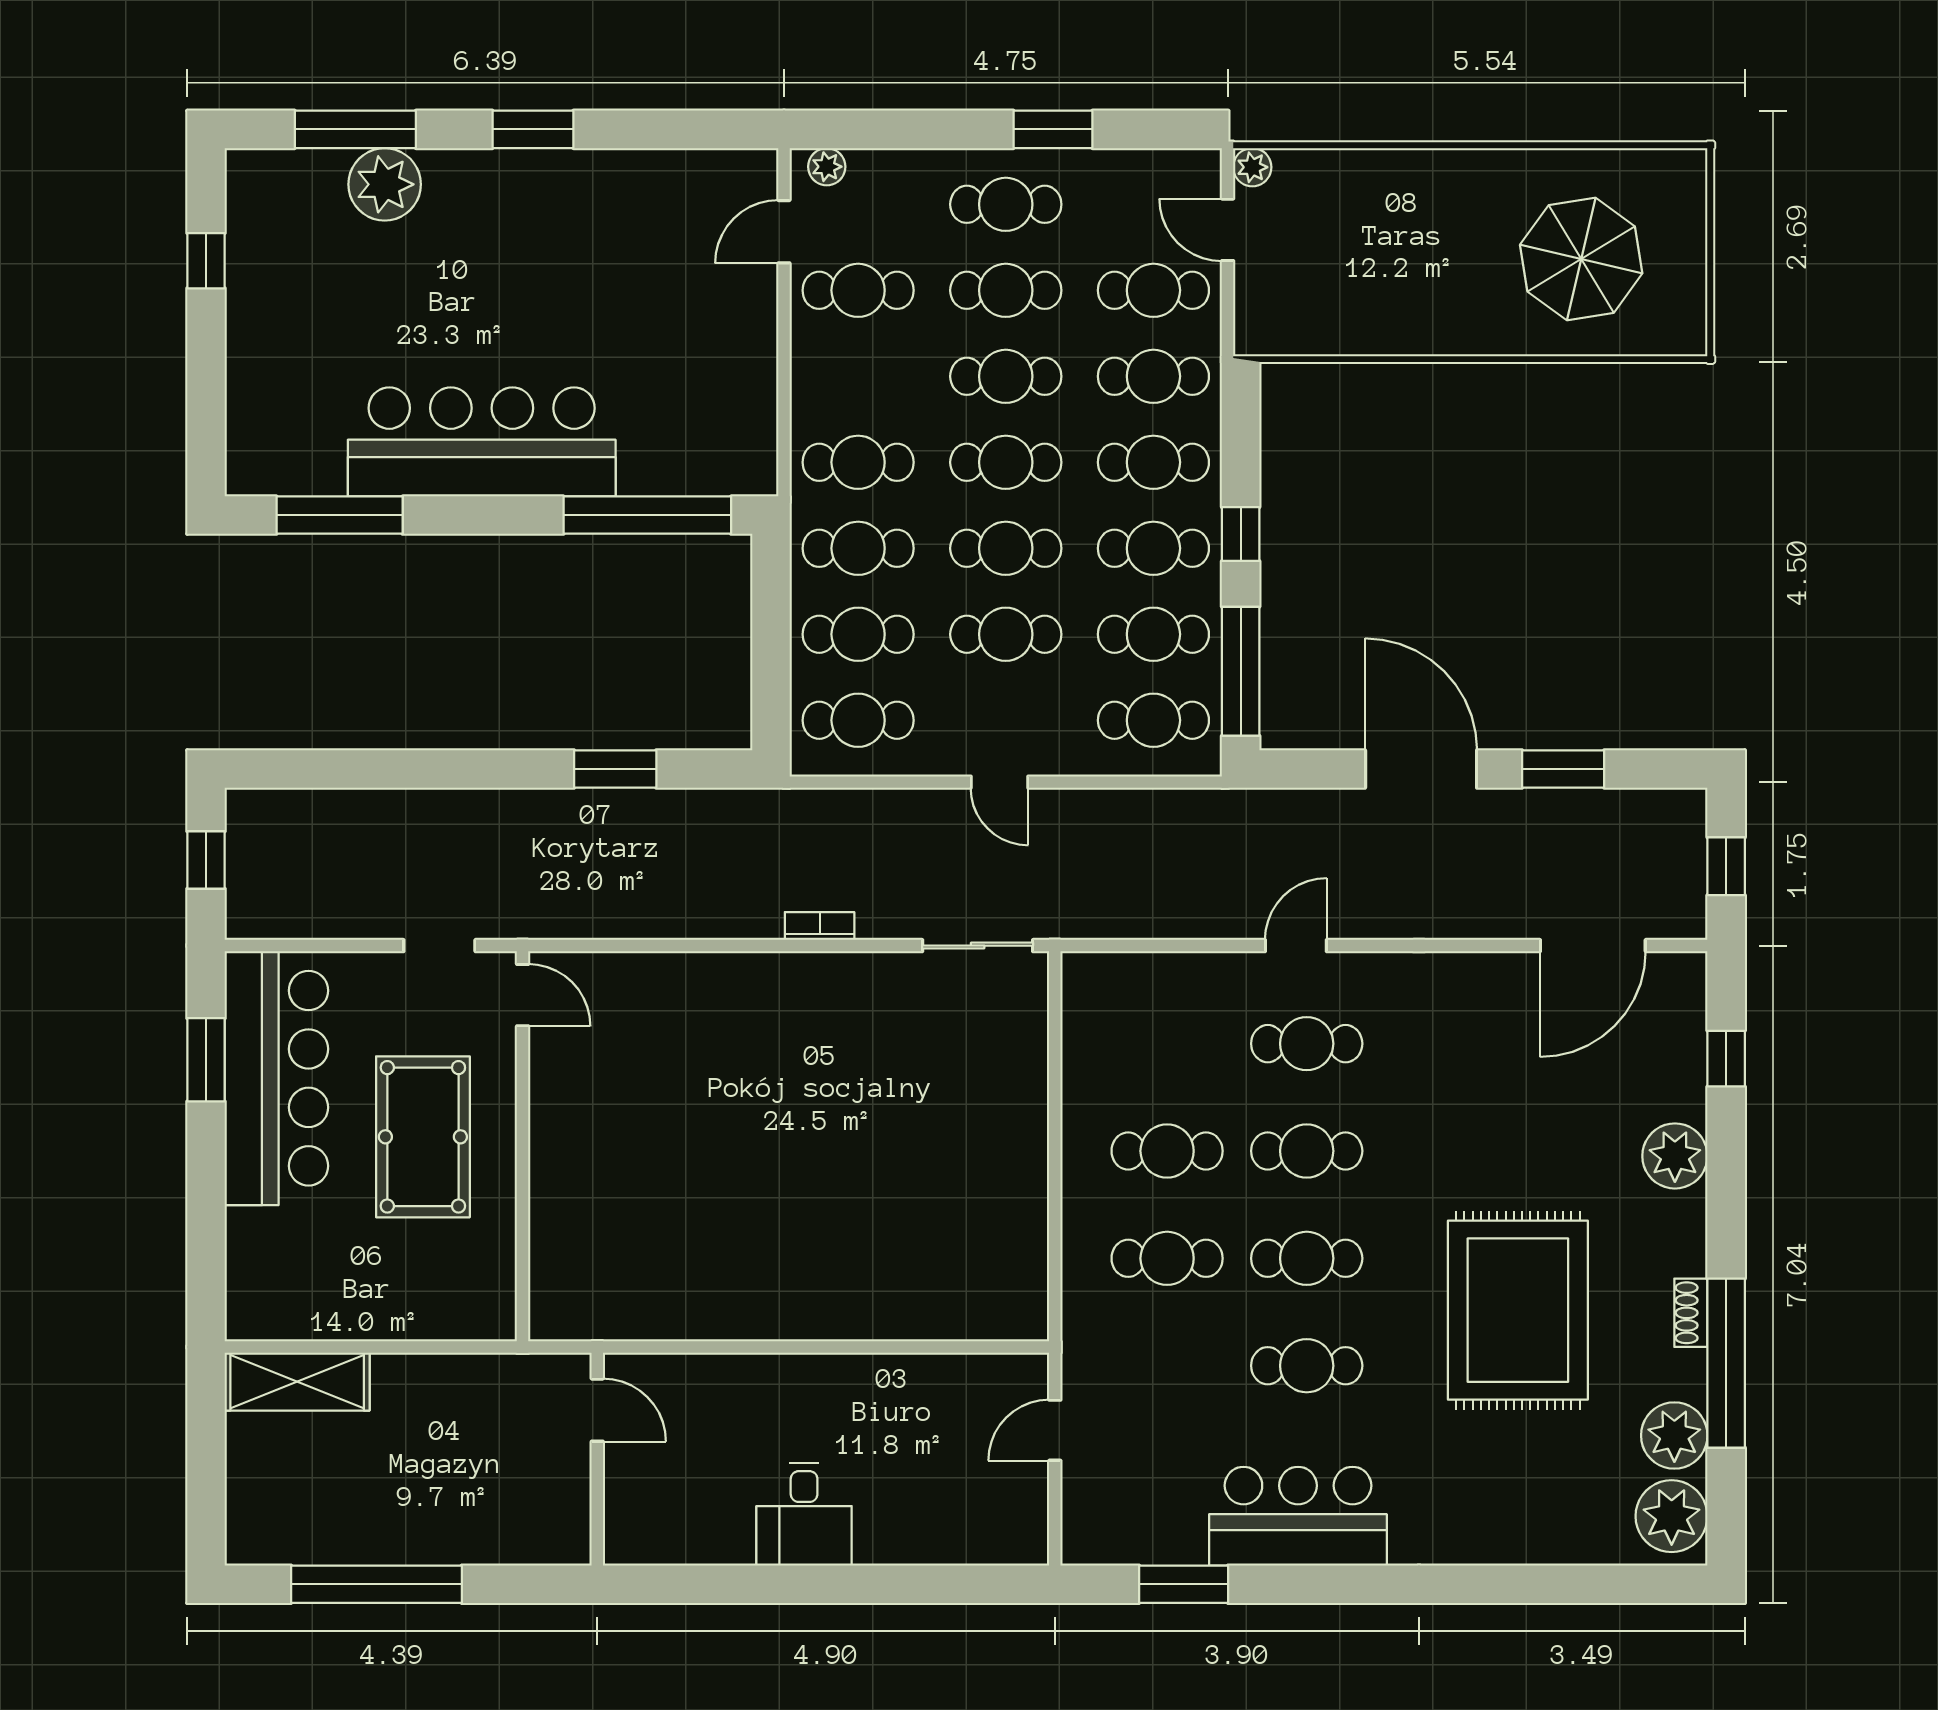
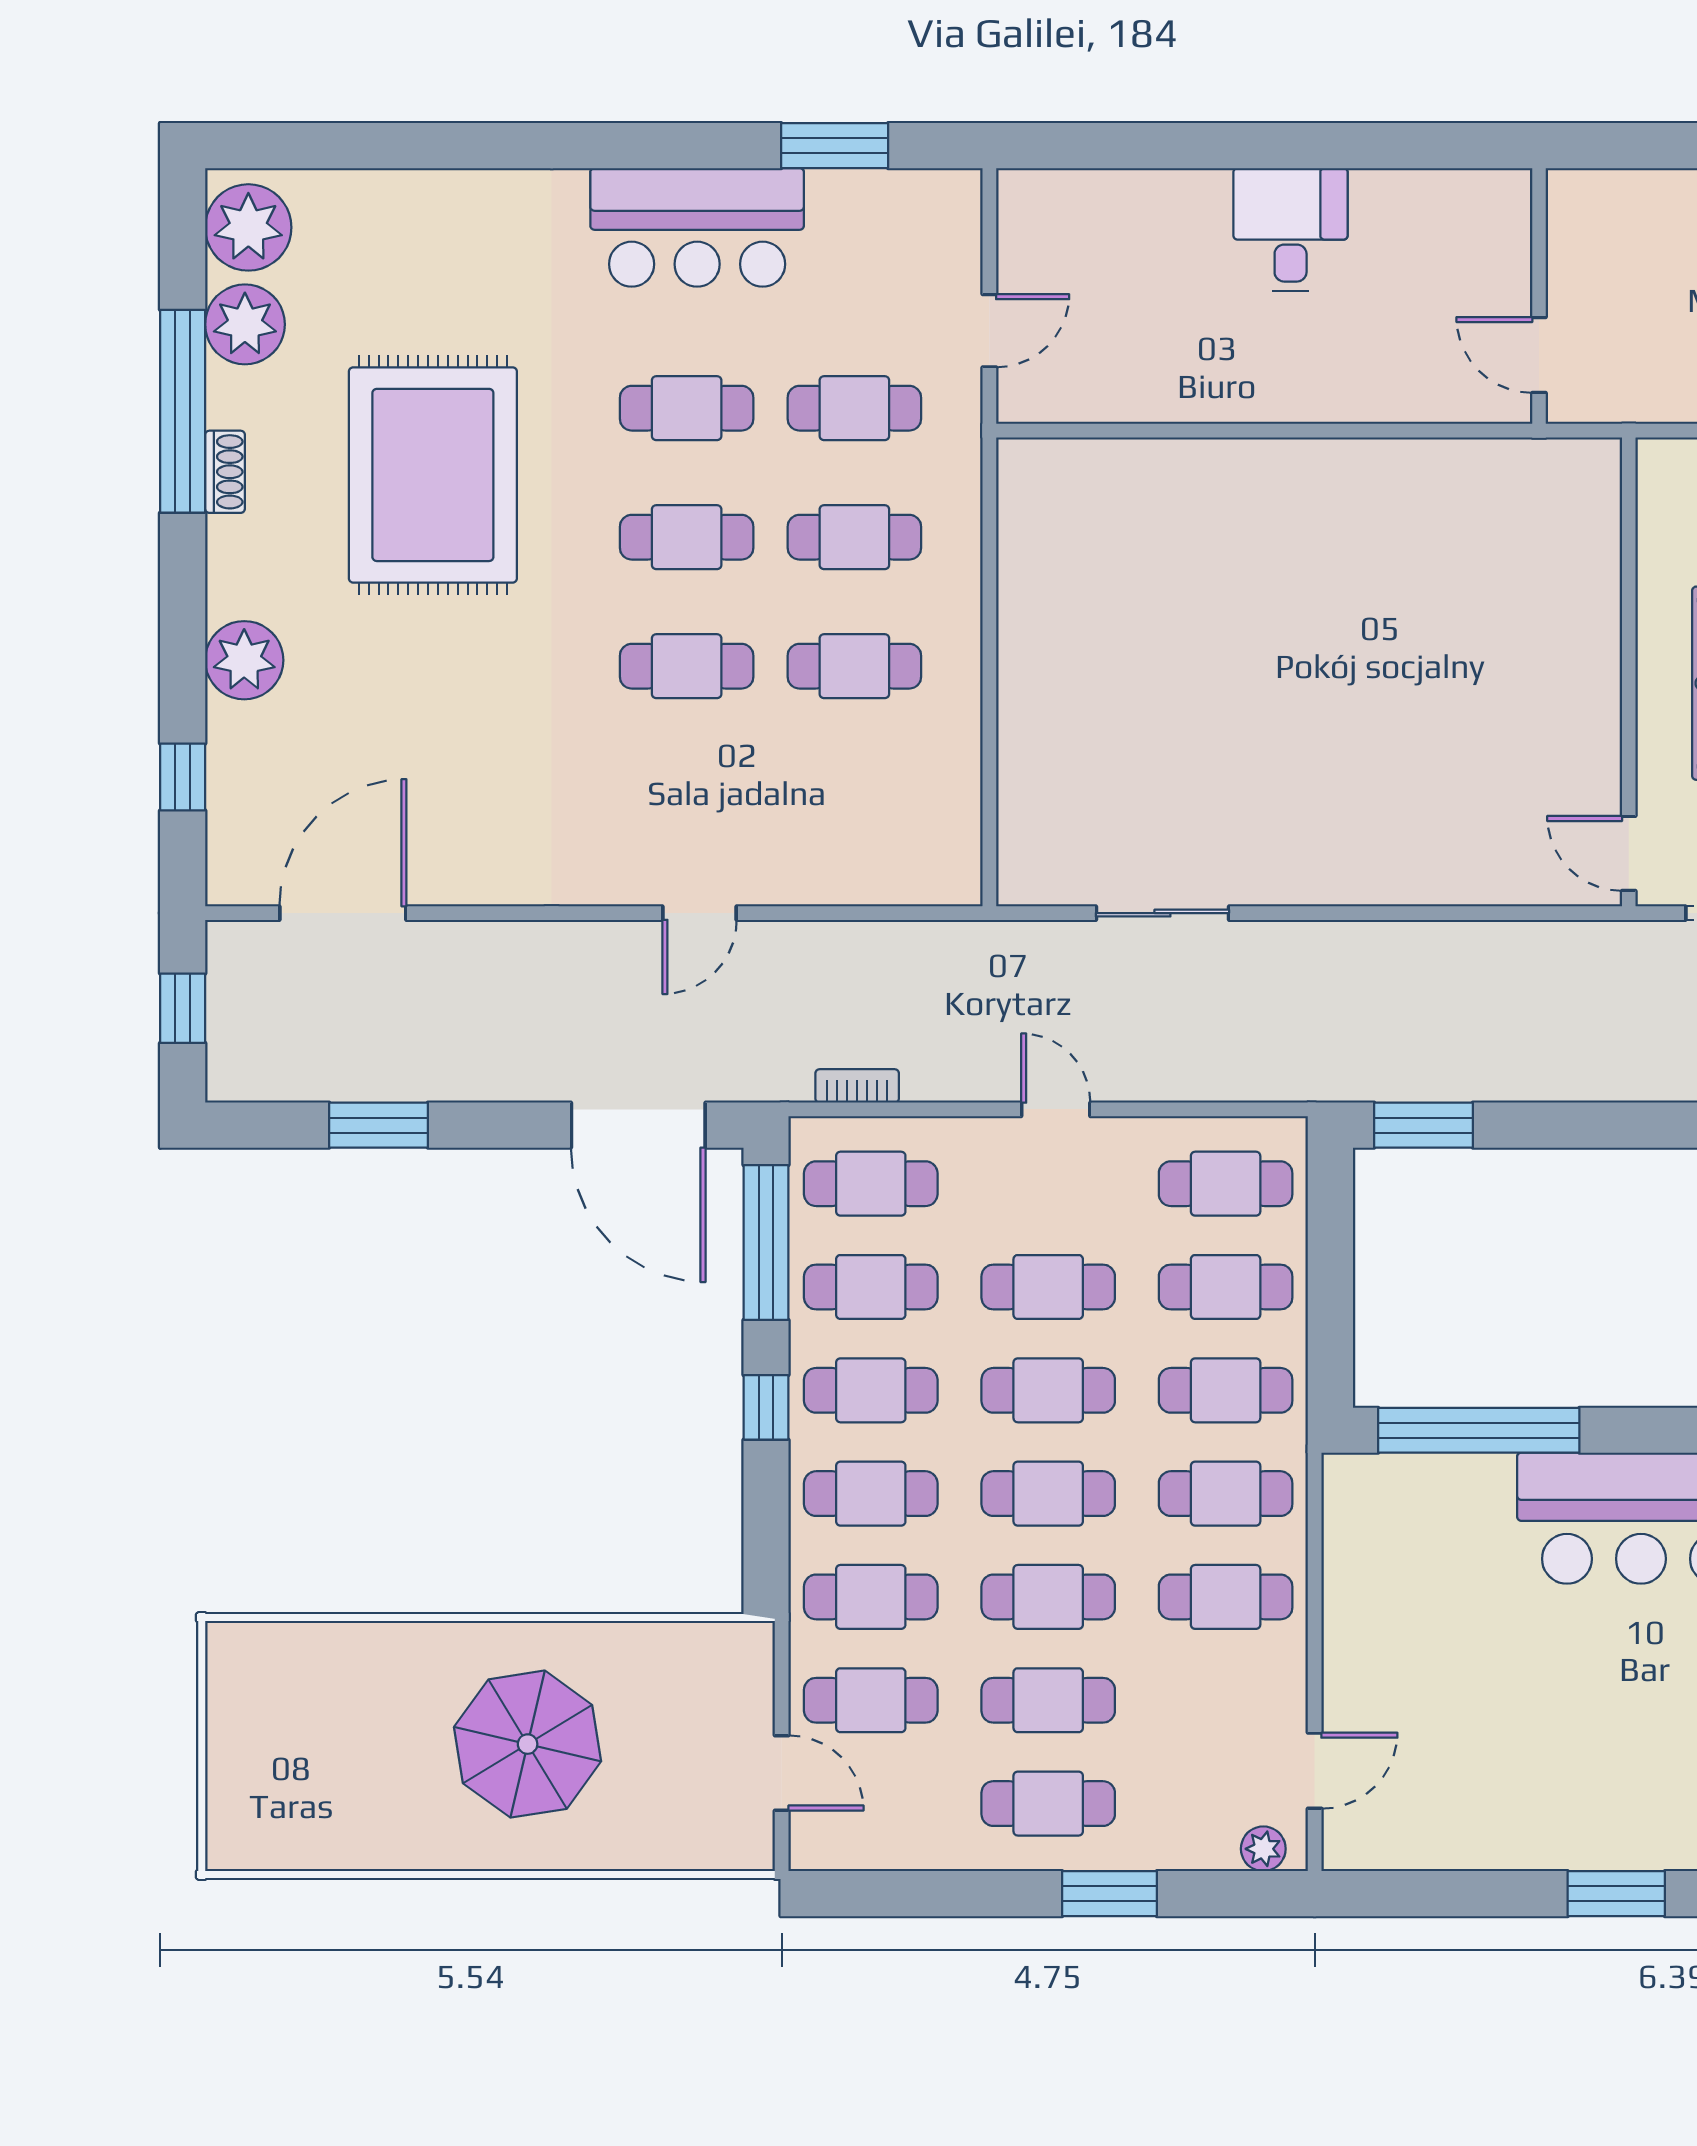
window: (1053, 129) -> (1109, 1894), moved
plant: (1252, 167) -> (752, 1848), removed
parasol: (1581, 259) -> (528, 1744), moved
cafe table: (858, 290) -> (1226, 1597), moved
window: (615, 769) -> (1423, 1125), moved
door: (1421, 769) -> (638, 1125), moved
bookcase: (820, 926) -> (857, 1086), moved, turned 180
sliding door: (978, 946) -> (1162, 913), moved
cafe table: (1307, 1044) -> (854, 408), moved

